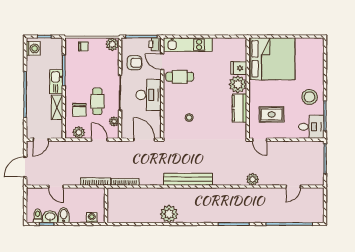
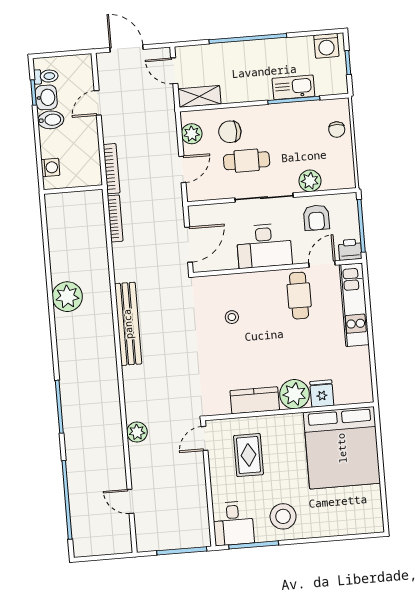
plant: (112, 44) -> (310, 181), moved
kitchen sink: (56, 82) -> (293, 87), moved
shelving: (57, 107) -> (199, 96), moved
plant: (114, 121) -> (215, 191), removed

